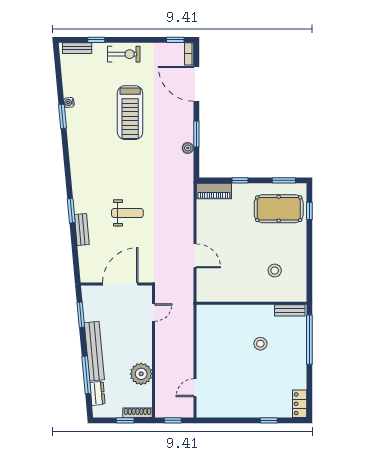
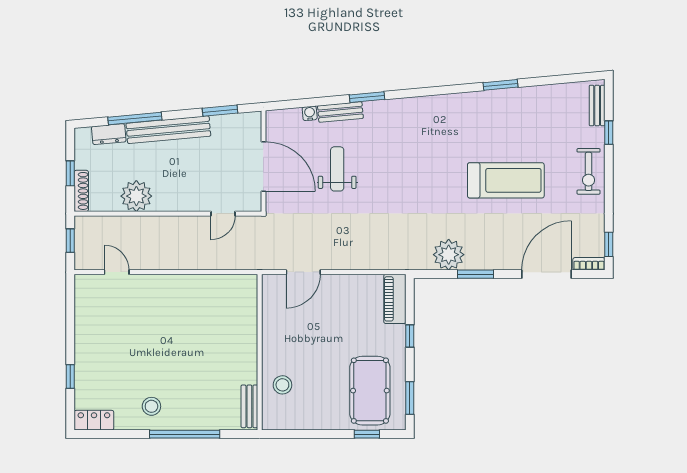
water cooler: (69, 103) -> (310, 113), moved
treadmill: (130, 113) -> (506, 180), turned 180
plant: (188, 148) -> (449, 255), width x1.88, depth x1.88
weight bench: (127, 213) -> (337, 169), moved, turned 180
wall: (252, 303) -> (260, 352), moved
bench: (290, 310) -> (249, 406), moved
door: (154, 313) -> (223, 214), hinge flipped
stool: (260, 344) -> (151, 406), moved

